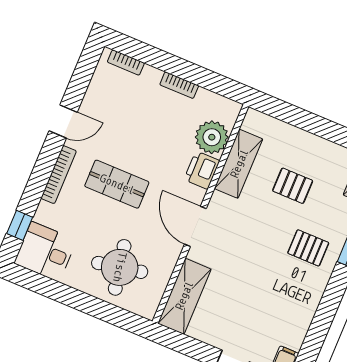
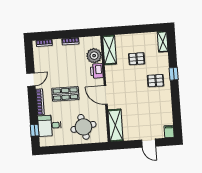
shelving: (239, 164) -> (109, 50), moved
desk: (45, 252) -> (50, 126), moved

